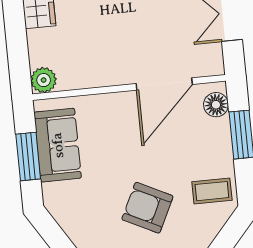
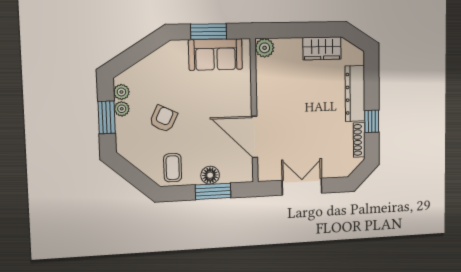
floor lamp: (216, 105) -> (210, 175), moved
armchair: (147, 208) -> (163, 119), width x0.72, depth x0.72

